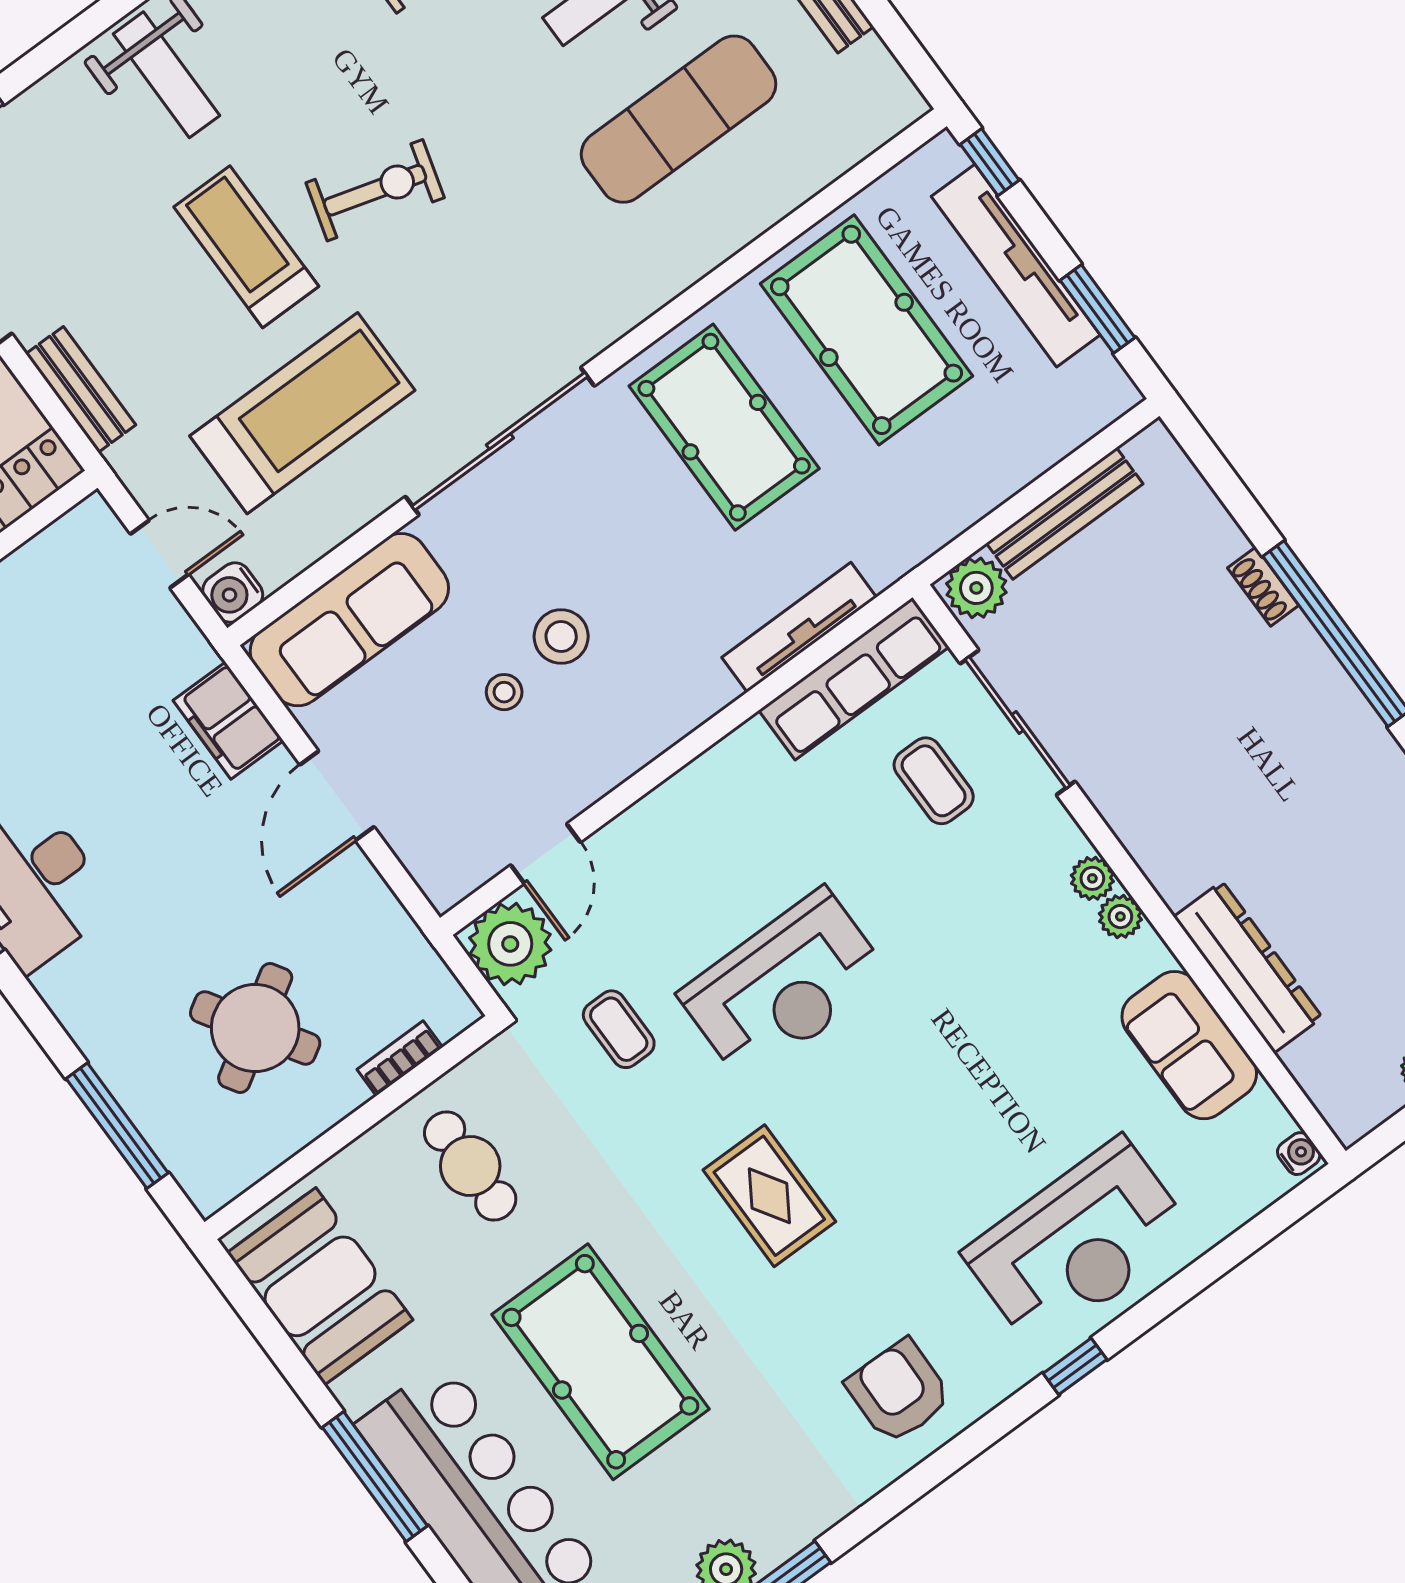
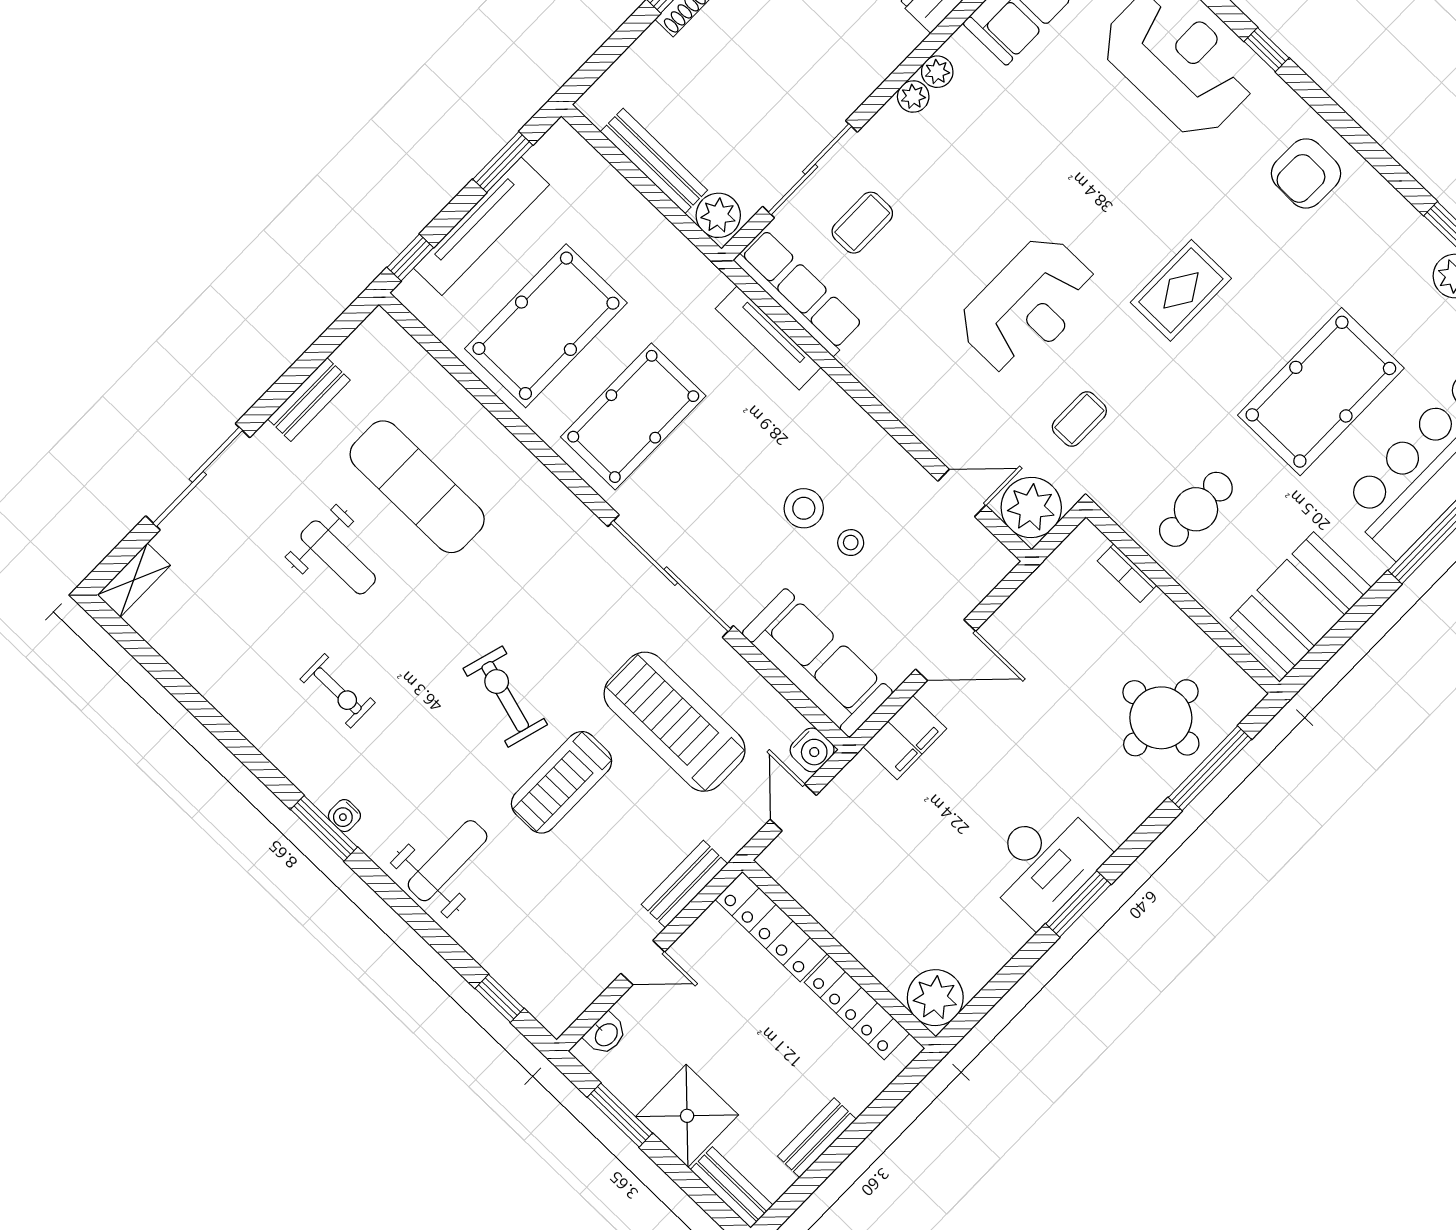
reception desk: (784, 986) -> (1028, 305), turned 90
round table: (255, 1028) -> (1161, 718), moved, turned 32

